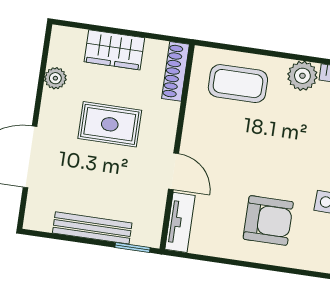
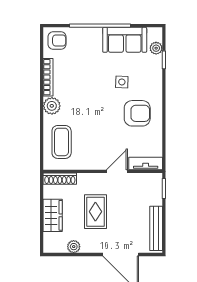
armchair: (268, 220) -> (137, 113), turned 90
bench: (92, 228) -> (156, 228), moved

